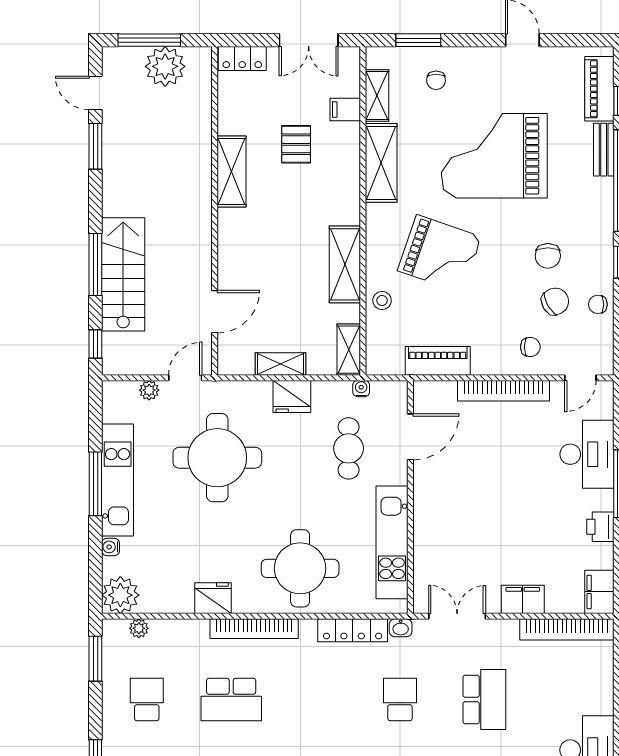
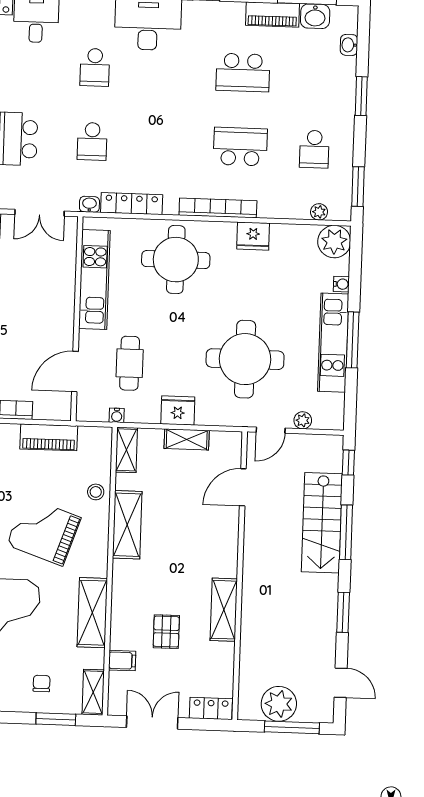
shelving: (377, 95) -> (93, 692), moved
window: (95, 146) -> (343, 612), moved

